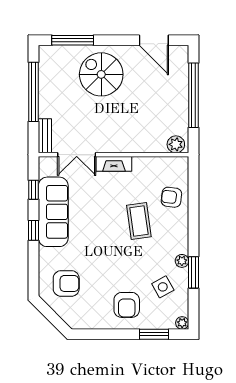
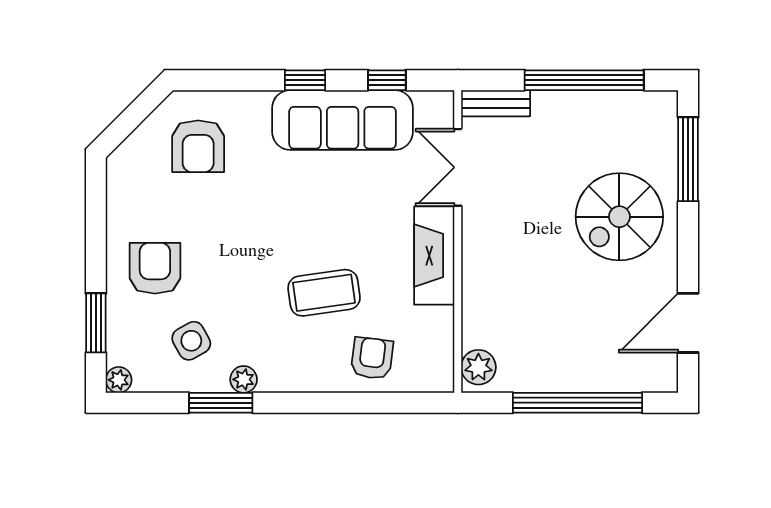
spiral stairs: (101, 74) -> (619, 217), turned 180
fireplace: (114, 164) -> (434, 256), width x1.37, depth x1.32
armchair: (127, 305) -> (155, 268), turned 90

